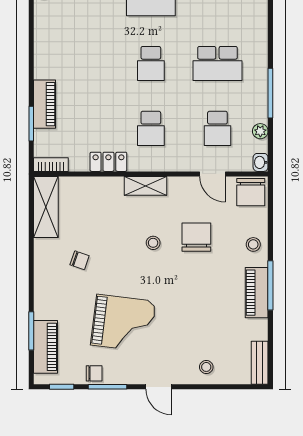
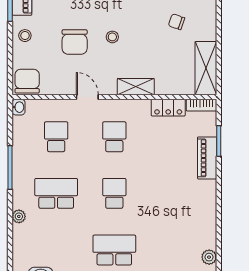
plant: (260, 131) -> (19, 216), moved
locker: (108, 162) -> (168, 108), moved
door: (212, 174) -> (87, 97), moved
shelving: (145, 186) -> (136, 87), moved

